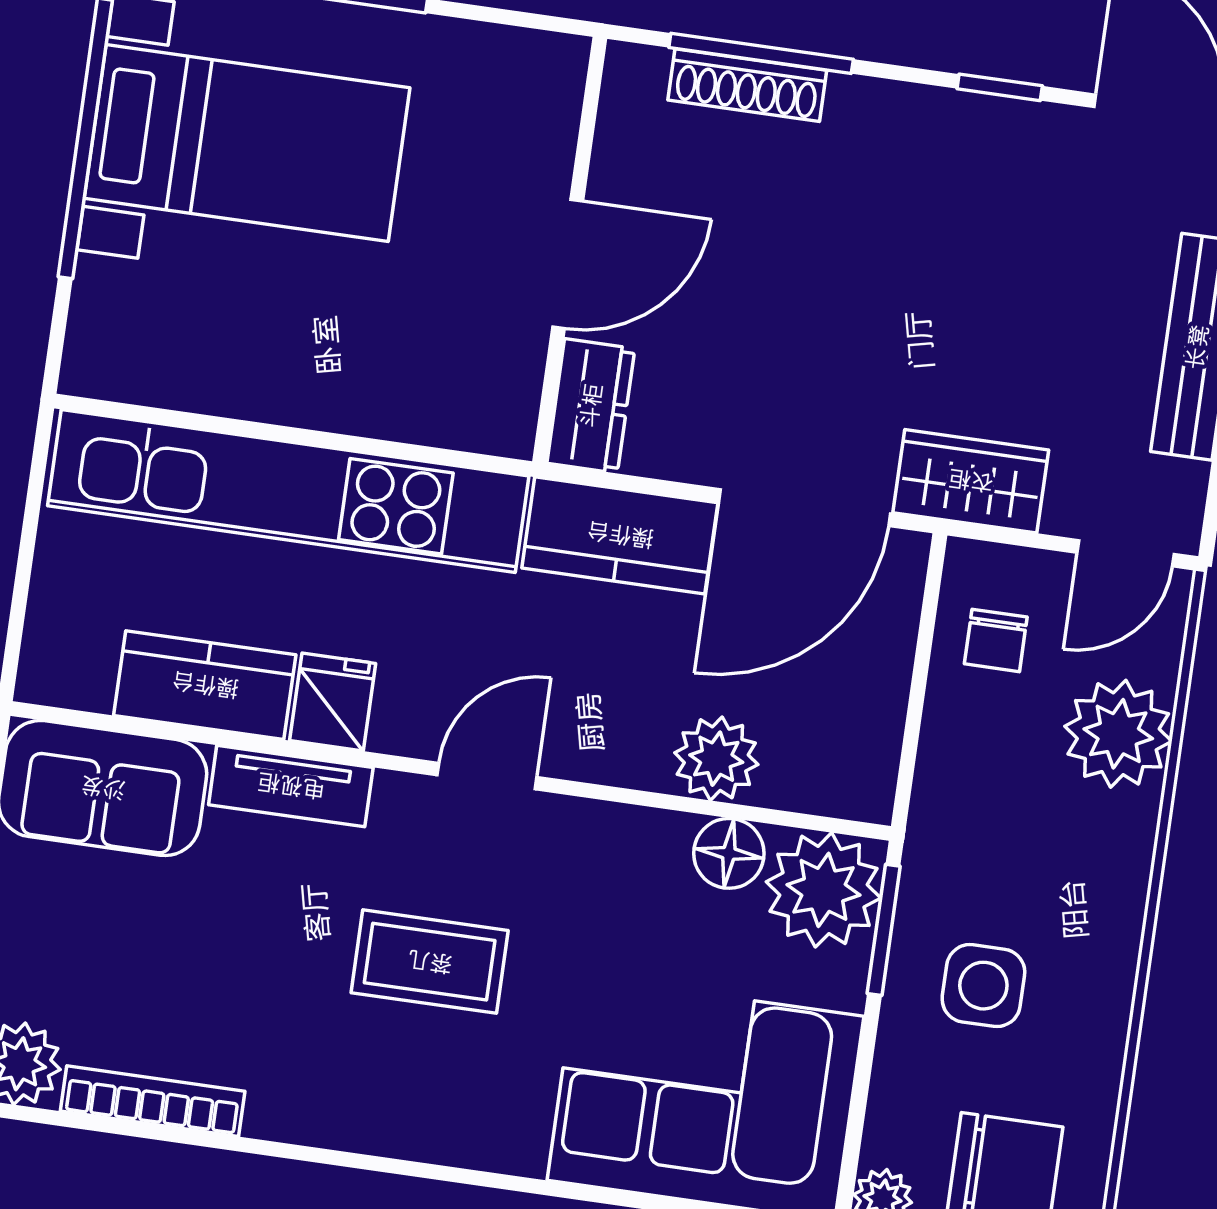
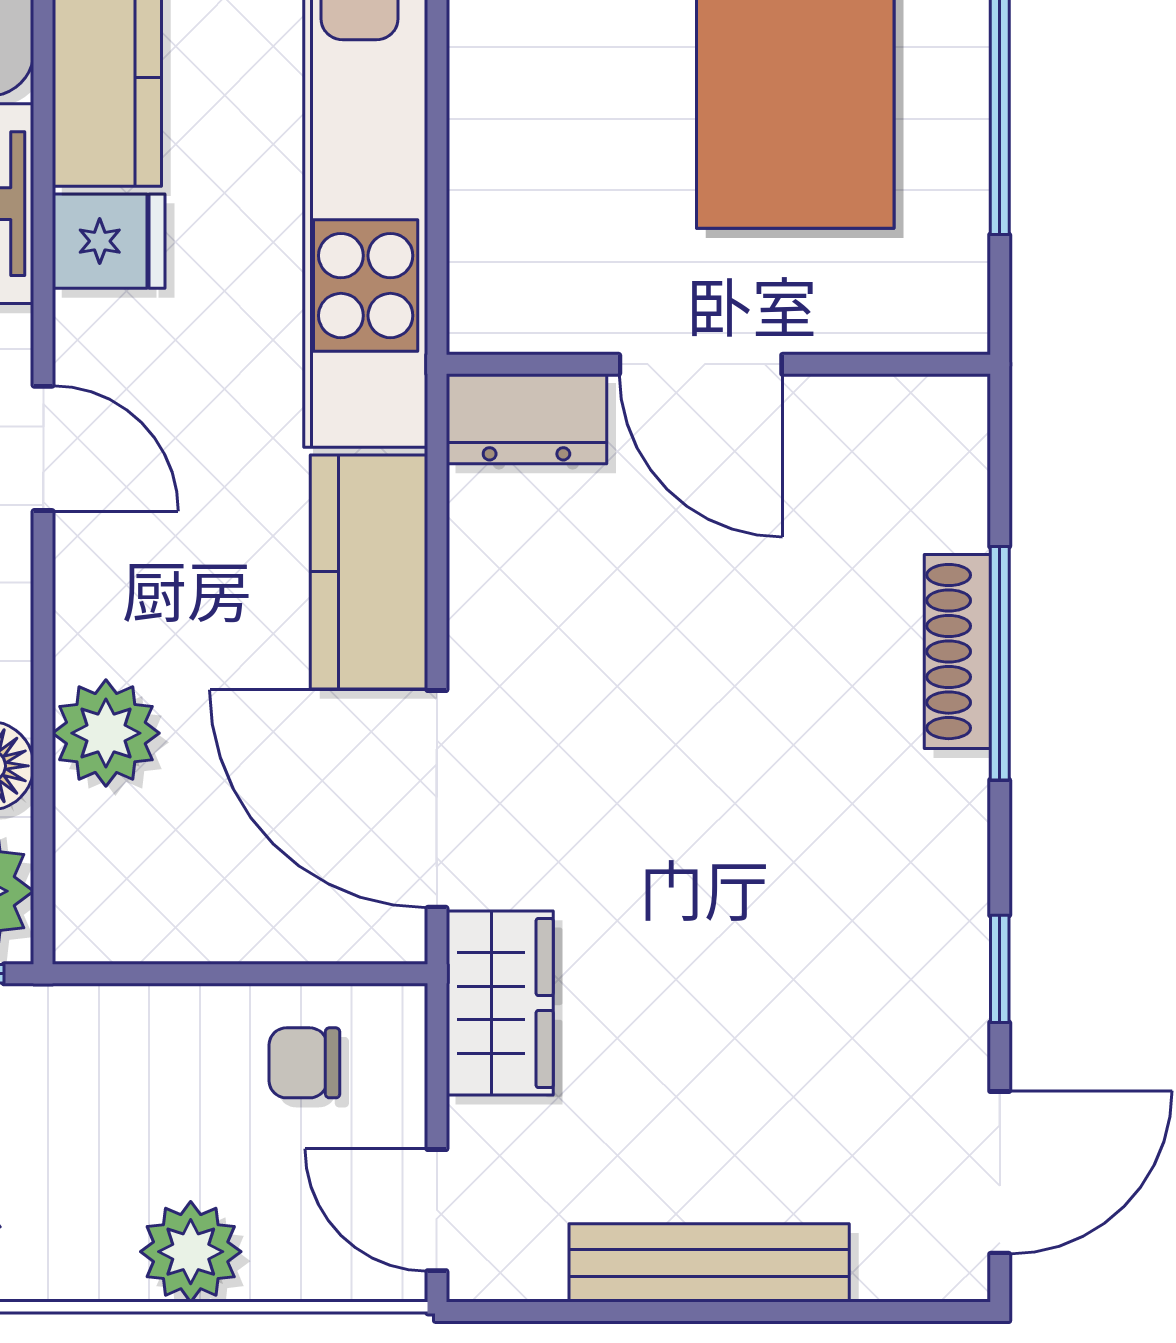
wall: (570, 250) -> (718, 364), moved
door: (568, 264) -> (701, 364), moved
dresser: (591, 406) -> (526, 419), moved
plant: (1118, 734) -> (191, 1252), width x0.73, depth x0.73

